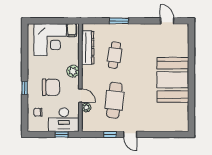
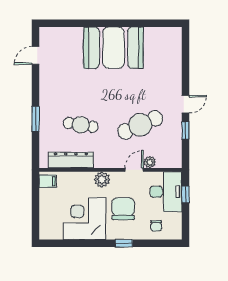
corner desk: (50, 40) -> (84, 219), moved, turned -90
cafe table: (114, 100) -> (140, 125), turned -30

